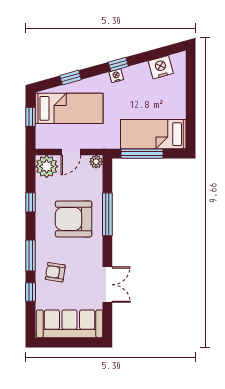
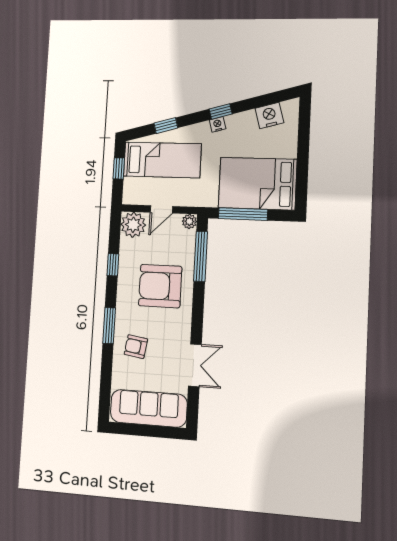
bed: (153, 134) -> (257, 184), width x1.50
window: (107, 214) -> (201, 256), moved
window: (30, 292) -> (107, 368), removed

